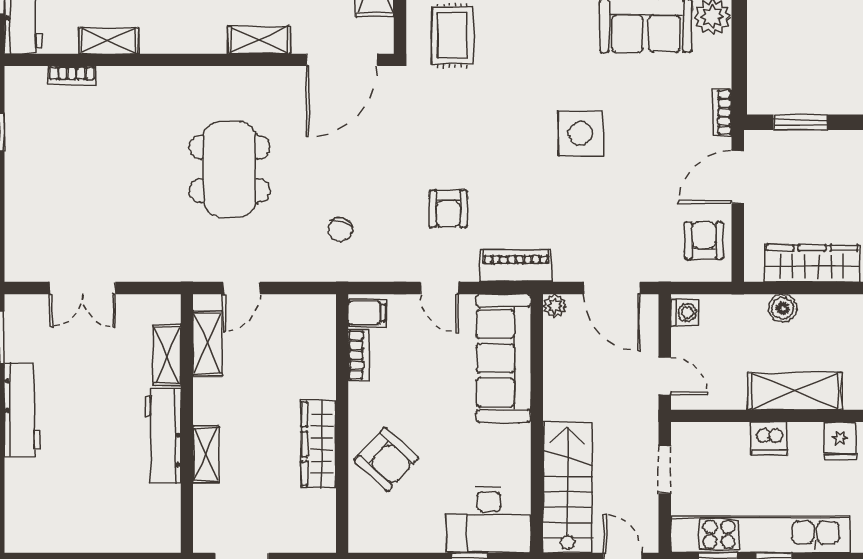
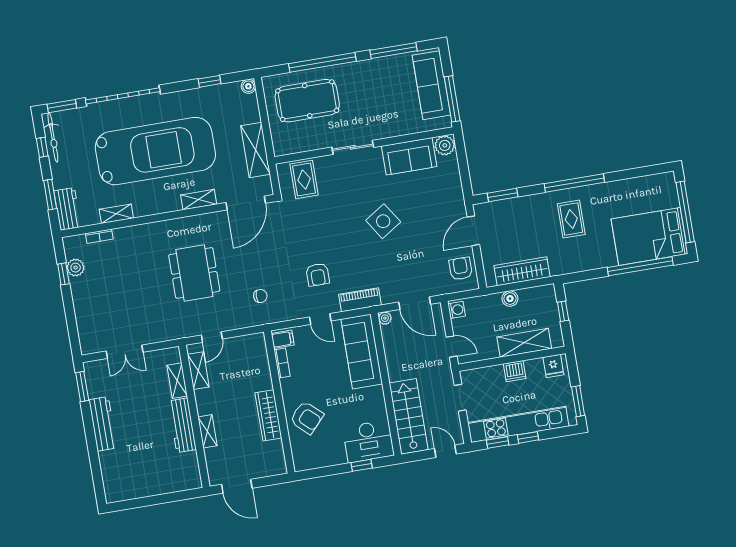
bookcase: (722, 112) -> (459, 197), removed
plant: (20, 124) -> (76, 268), added
side table: (580, 133) -> (383, 221), turned -33
chair: (340, 230) -> (260, 296), turned -104

